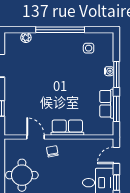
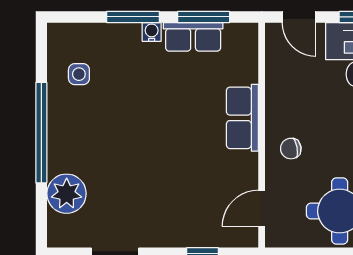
plant: (26, 38) -> (67, 194), width x1.88, depth x1.88
water cooler: (109, 71) -> (152, 32), moved
door: (35, 137) -> (262, 208), moved

